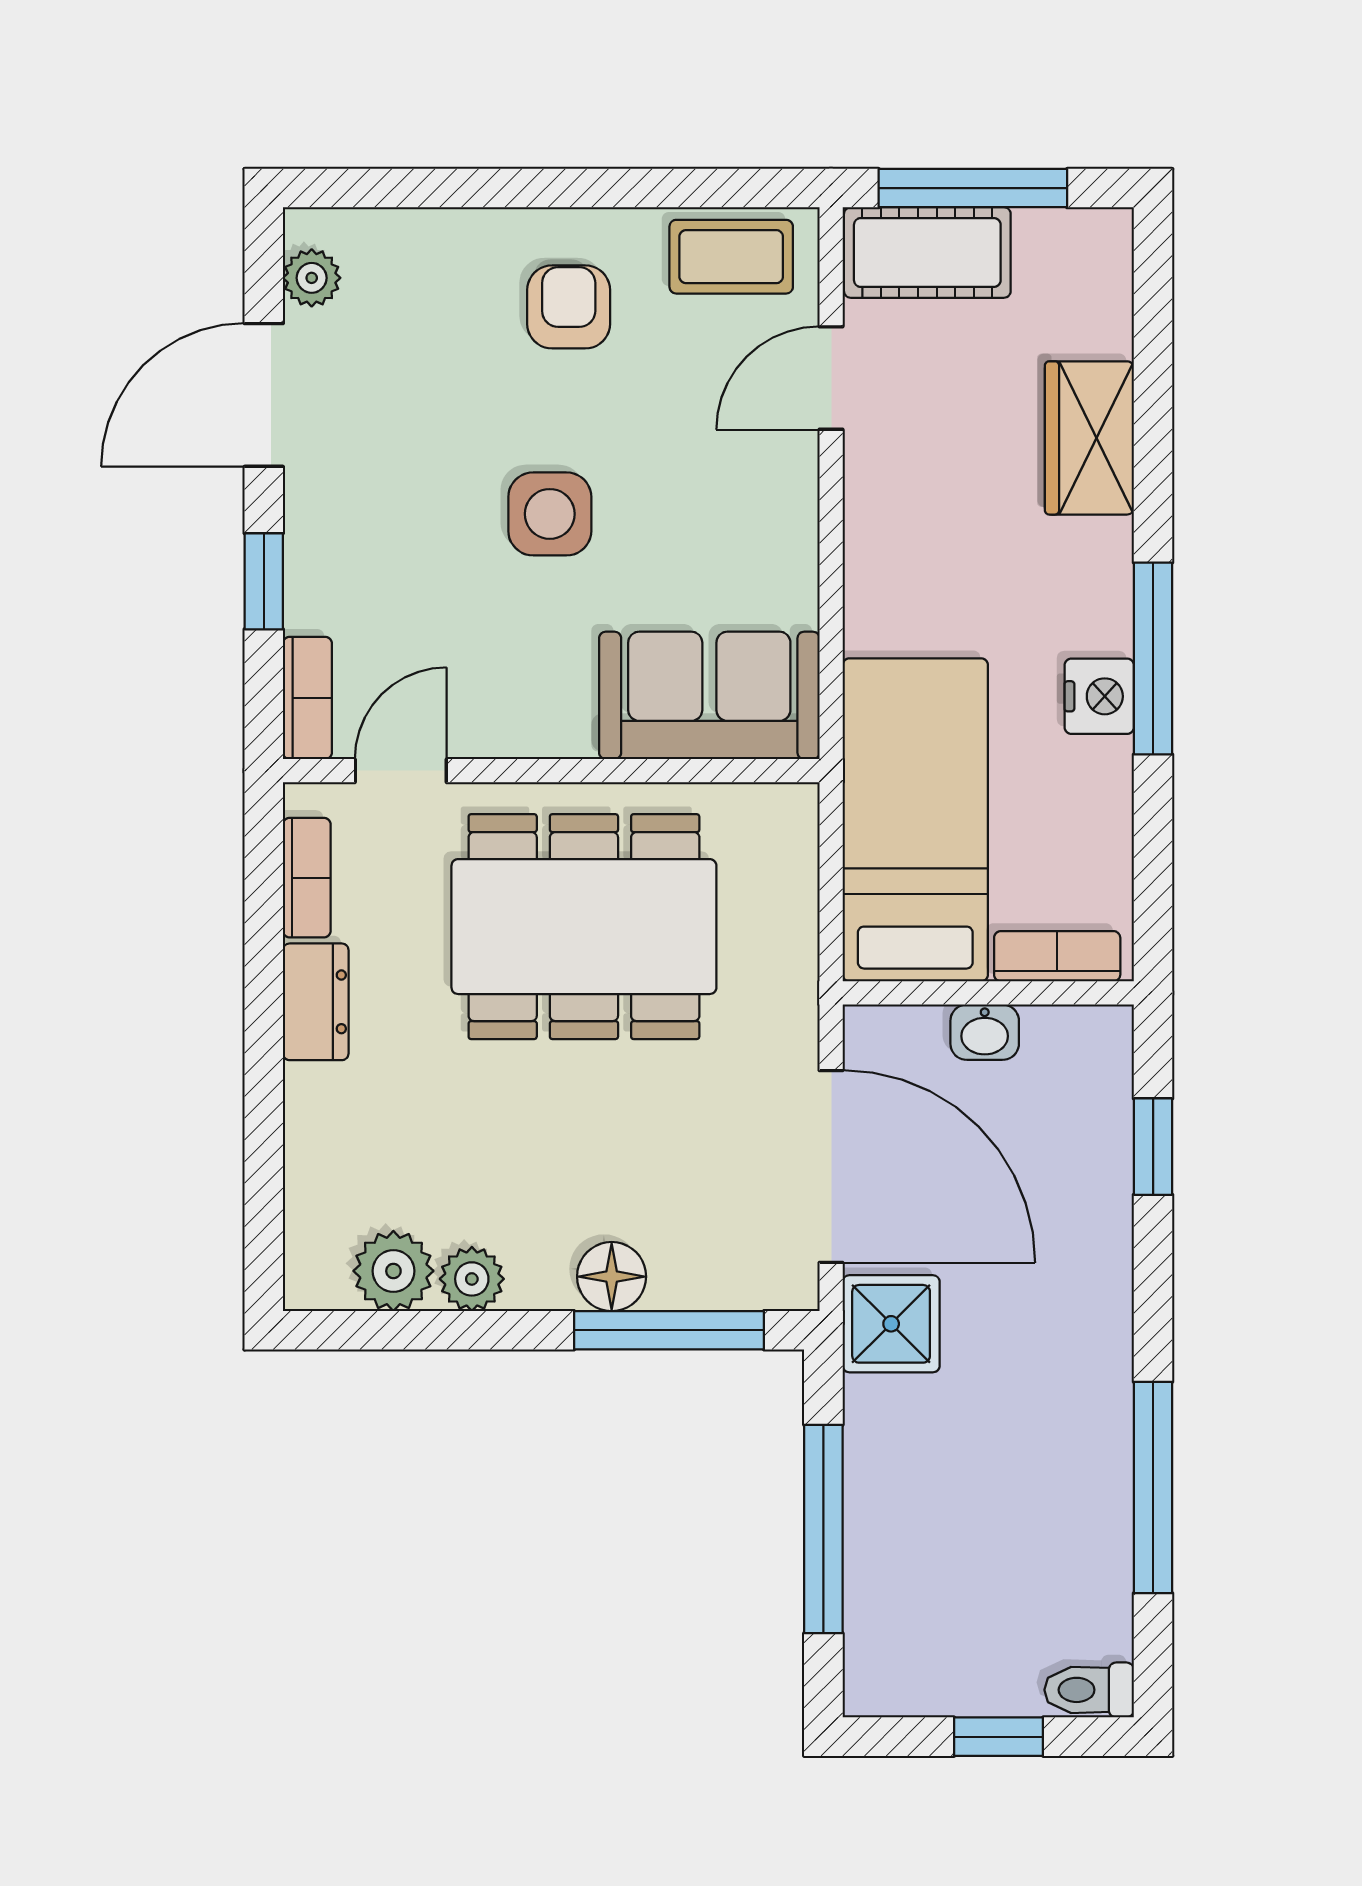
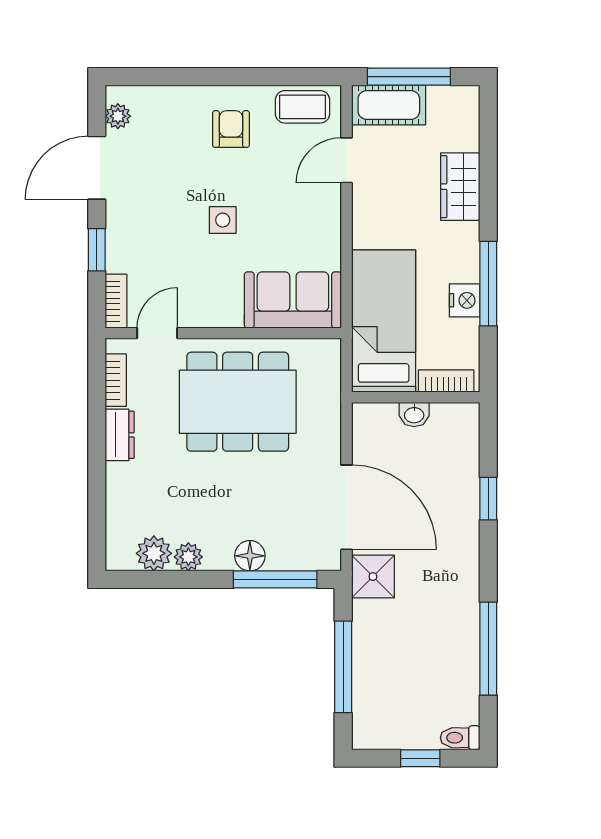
side table: (550, 514) -> (223, 220), width x0.73, depth x0.73
bed: (915, 820) -> (384, 321), moved
bookcase: (1057, 956) -> (446, 381), moved
wall: (988, 993) -> (416, 397), moved
washbasin: (985, 1032) -> (414, 414), moved

